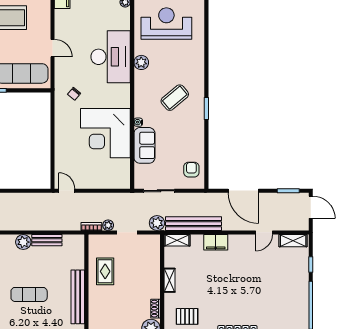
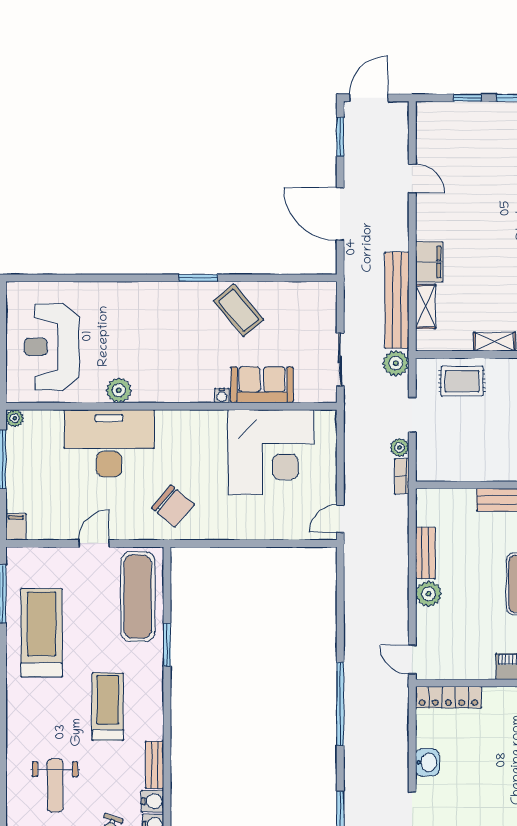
chair: (74, 94) -> (173, 506), width x1.87, depth x1.87
coffee table: (175, 98) -> (238, 310), moved
corner desk: (105, 133) -> (271, 452), moved
armchair: (191, 170) -> (304, 304), removed
door: (243, 191) -> (340, 214), swing flipped
shelving: (177, 240) -> (426, 306), moved
shelving: (293, 241) -> (426, 128), removed
rug: (105, 271) -> (462, 381), moved

